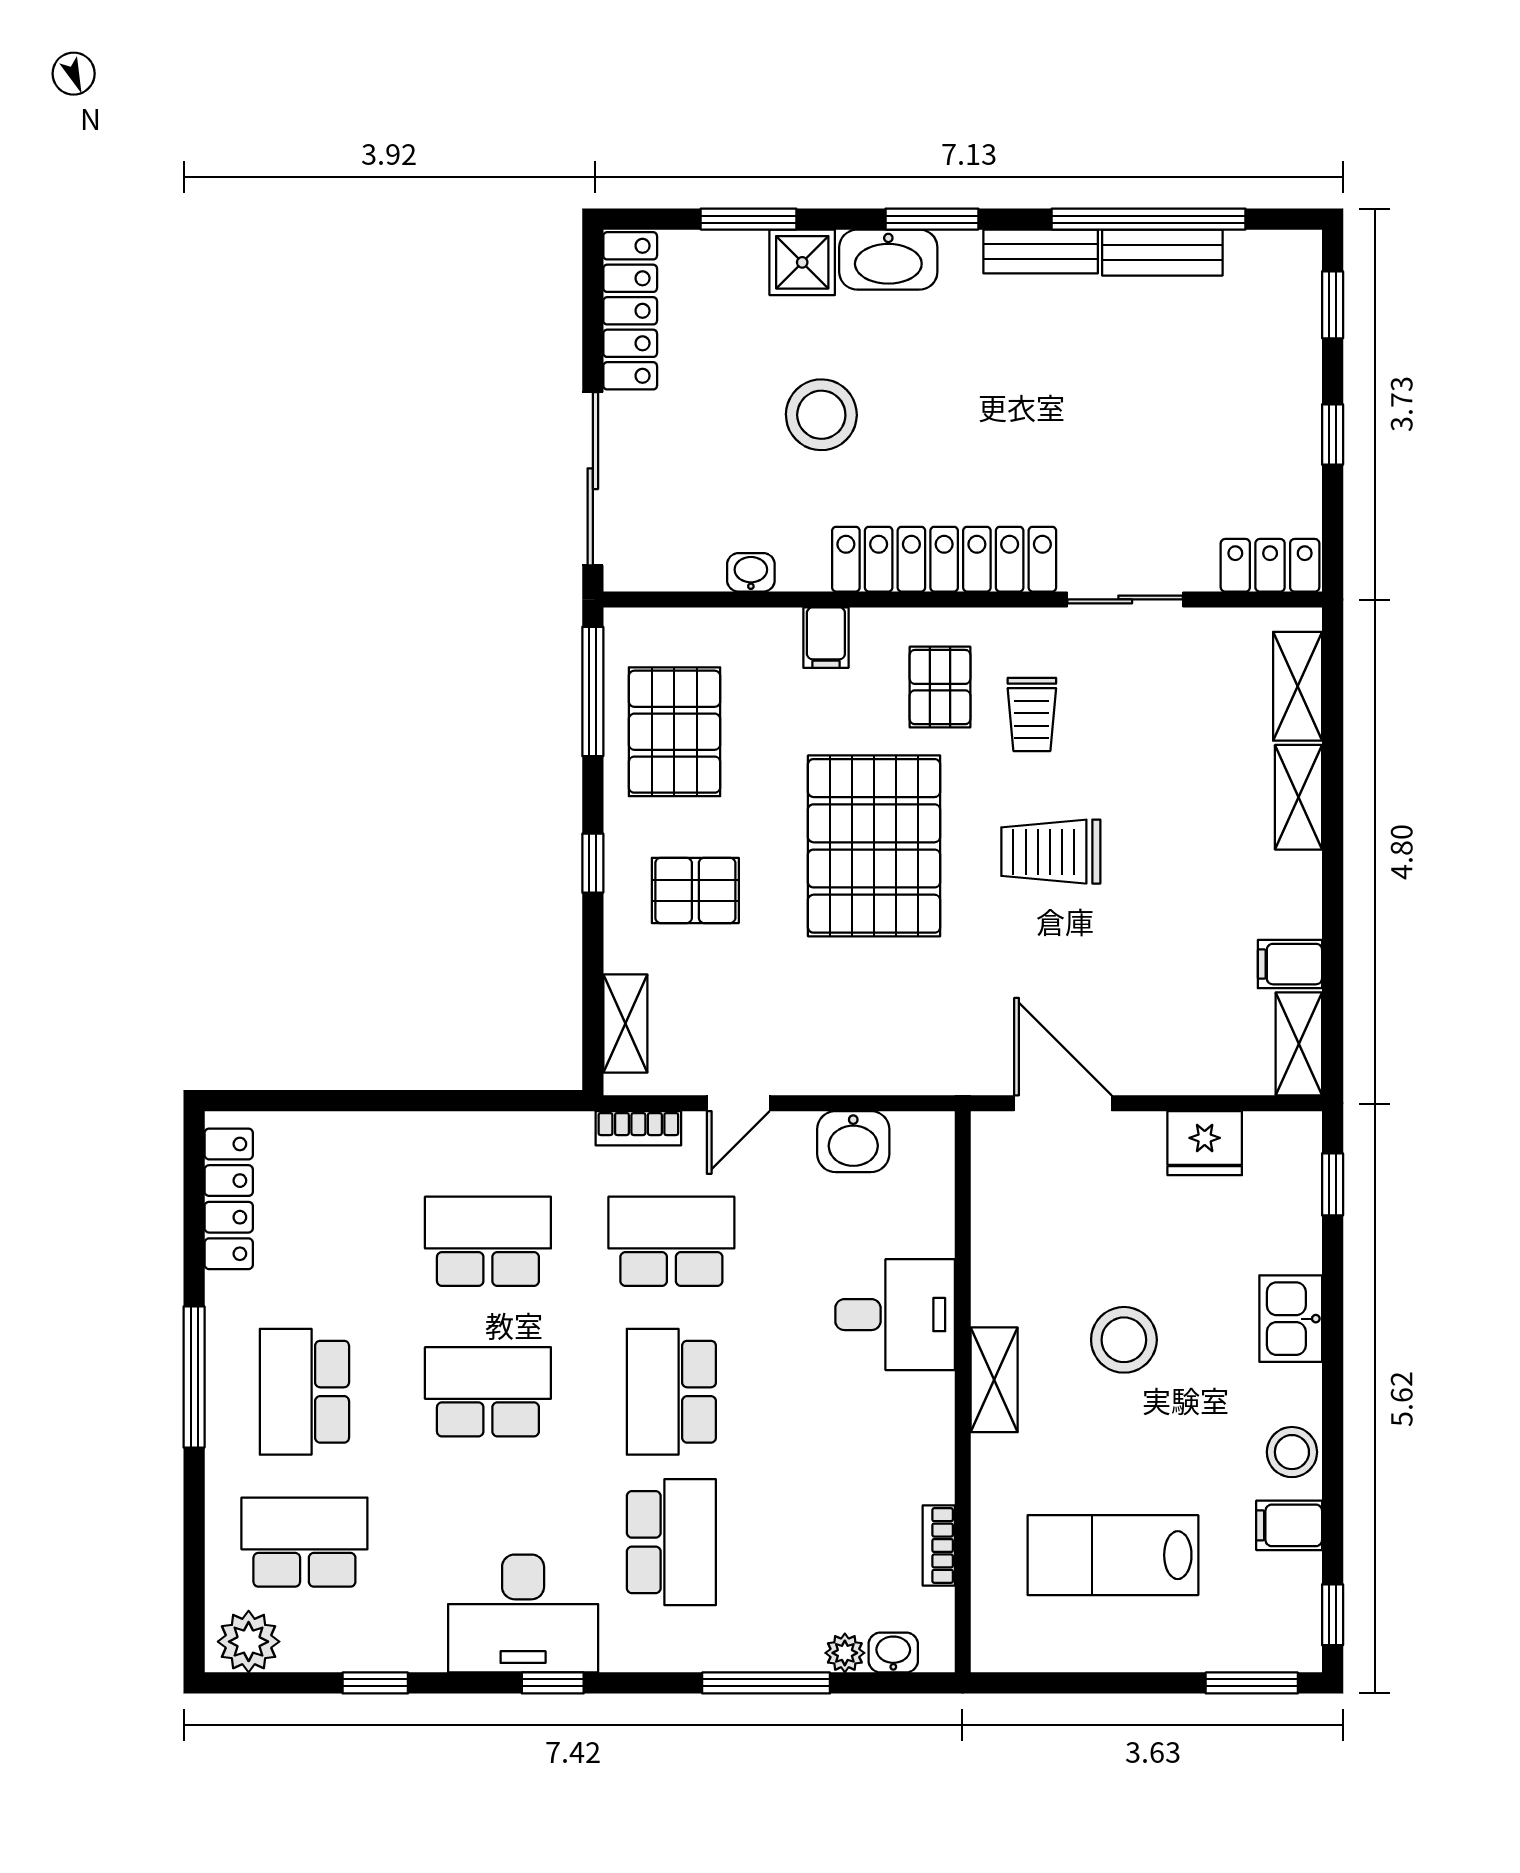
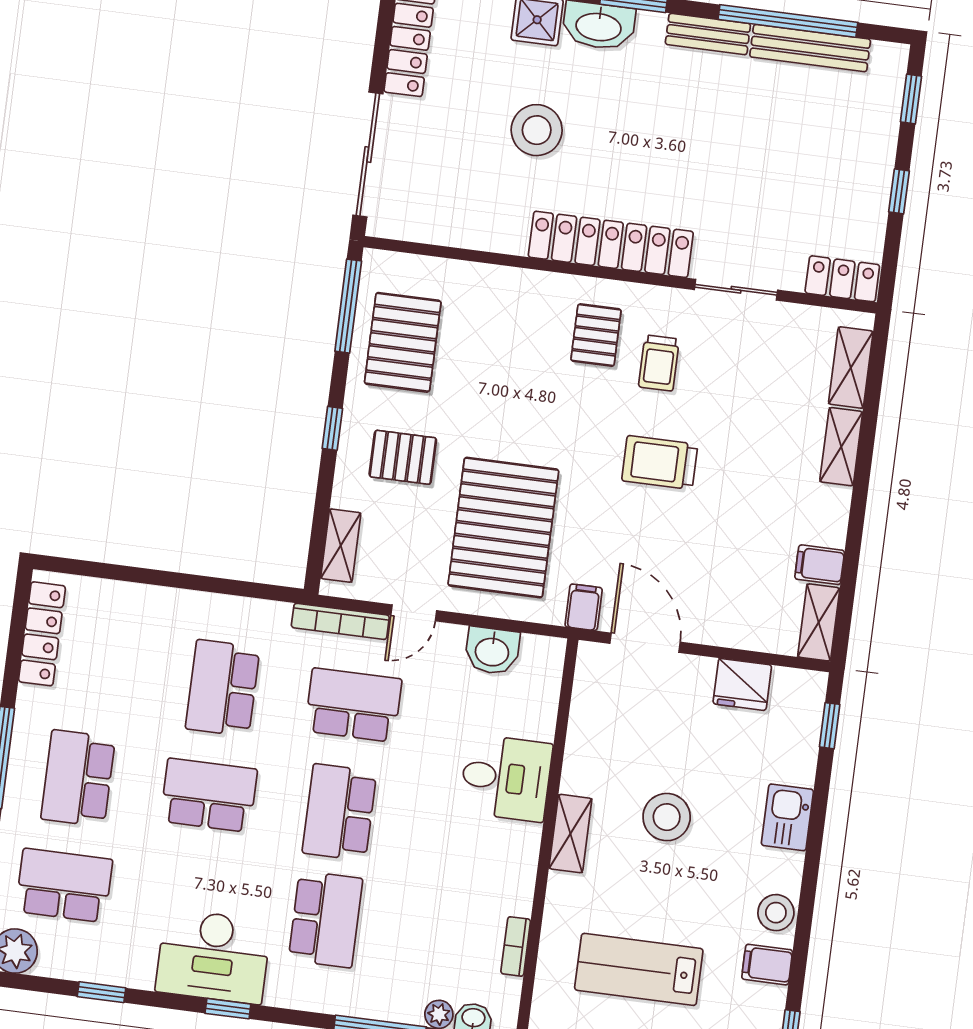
bench: (1162, 253) -> (810, 48), width x1.36
washbasin: (751, 572) -> (472, 236), removed
filing cabinet: (826, 638) -> (584, 607), moved, turned 180
pallet: (874, 846) -> (503, 528), moved
bookcase: (638, 1128) -> (340, 621), width x1.56
school desk: (488, 1241) -> (223, 688), turned -90

